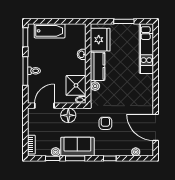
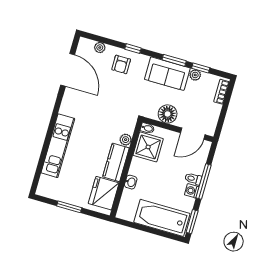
bathtub: (50, 31) -> (162, 218), width x1.36, depth x1.36
kitchen unit: (146, 49) -> (58, 146), moved
washing machine: (32, 61) -> (192, 191), added
armchair: (105, 123) -> (121, 64), moved

